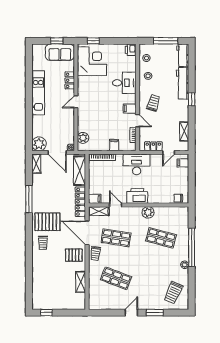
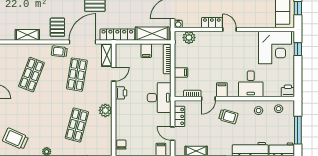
locker: (70, 80) -> (212, 23), moved
printer: (137, 196) -> (121, 93), width x0.53, depth x0.68
filing cabinet: (95, 199) -> (146, 51), moved

